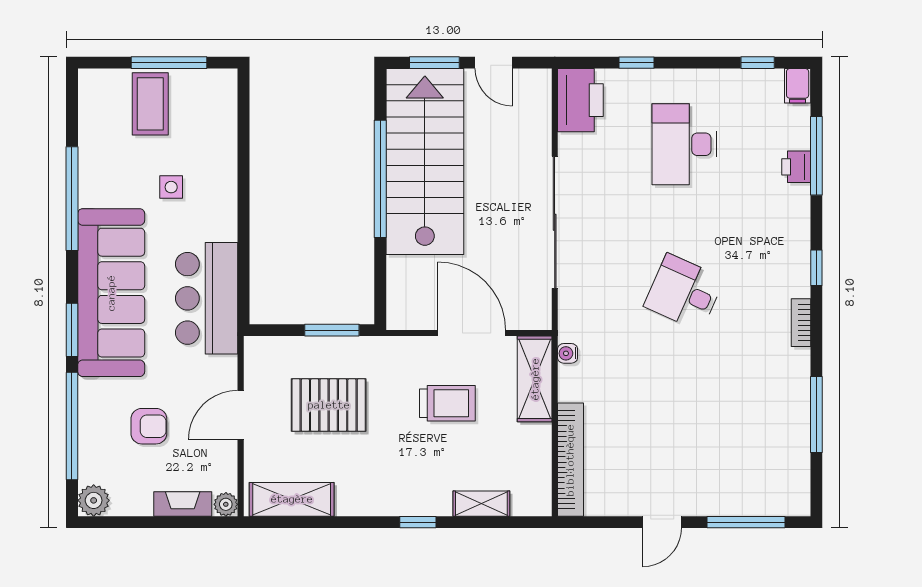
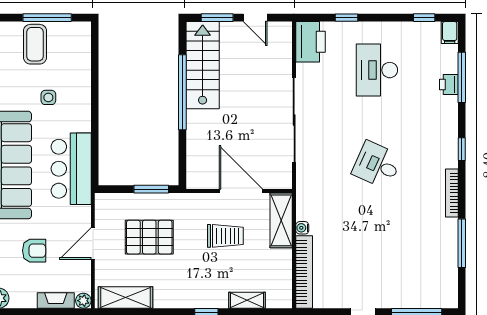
stairs: (425, 162) -> (203, 65), width x0.73, depth x0.66
bookcase: (801, 323) -> (452, 193), width x1.56
water cooler: (568, 353) -> (302, 228), moved

